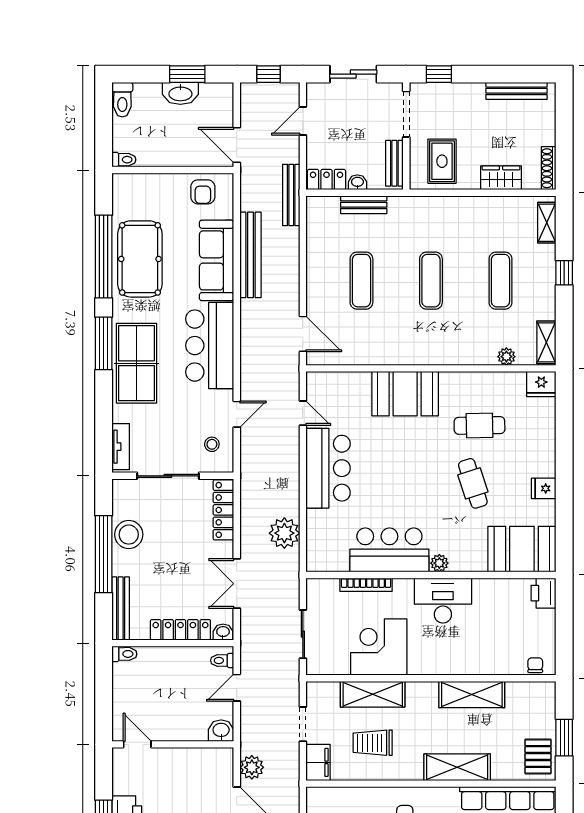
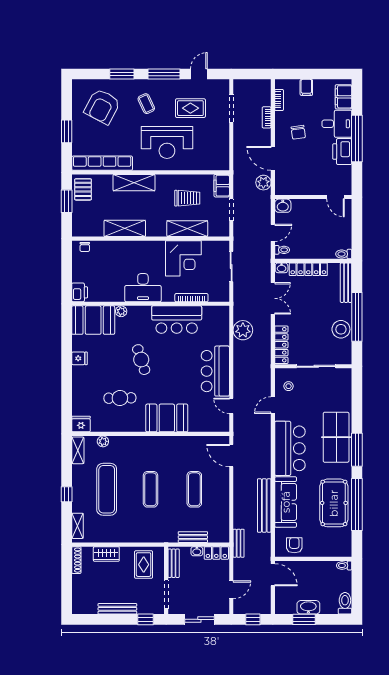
bench: (517, 91) -> (117, 609), moved
bench: (291, 195) -> (239, 543), width x0.73
exercise mat: (500, 281) -> (107, 489), width x1.36, depth x1.45
tv unit: (121, 447) -> (346, 385), removed
cafe table: (473, 483) -> (141, 360), moved
plant: (439, 563) -> (121, 311), moved

